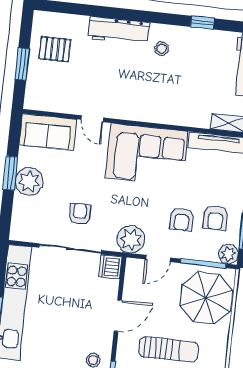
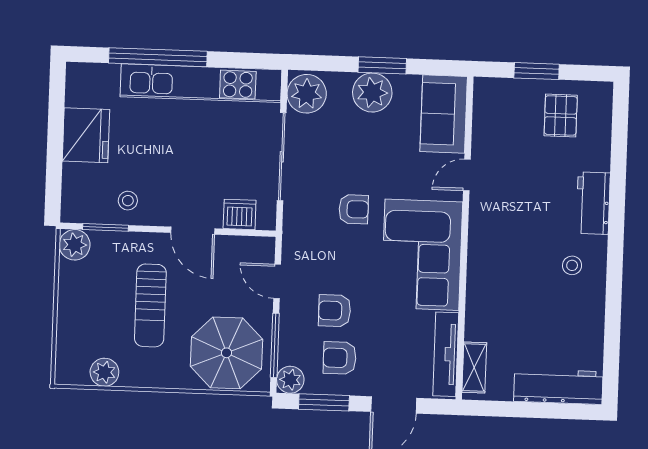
window: (202, 23) -> (613, 320), removed
workbench: (119, 31) -> (593, 203), width x0.73
armchair: (80, 214) -> (354, 209), moved
plant: (131, 239) -> (307, 94), moved
dishwasher: (110, 267) -> (240, 214), moved

